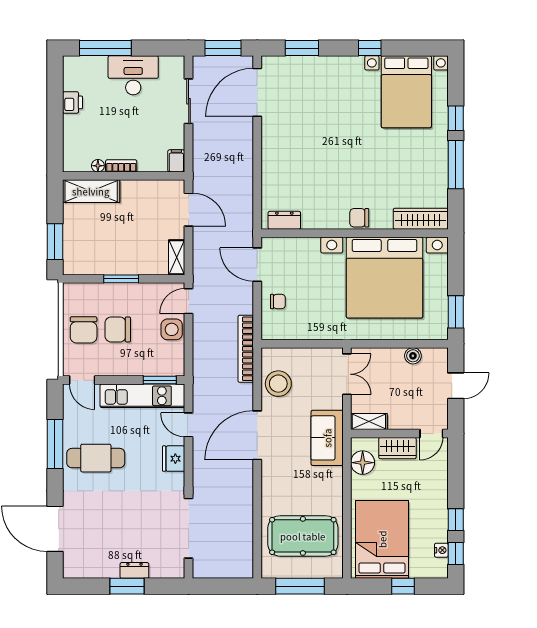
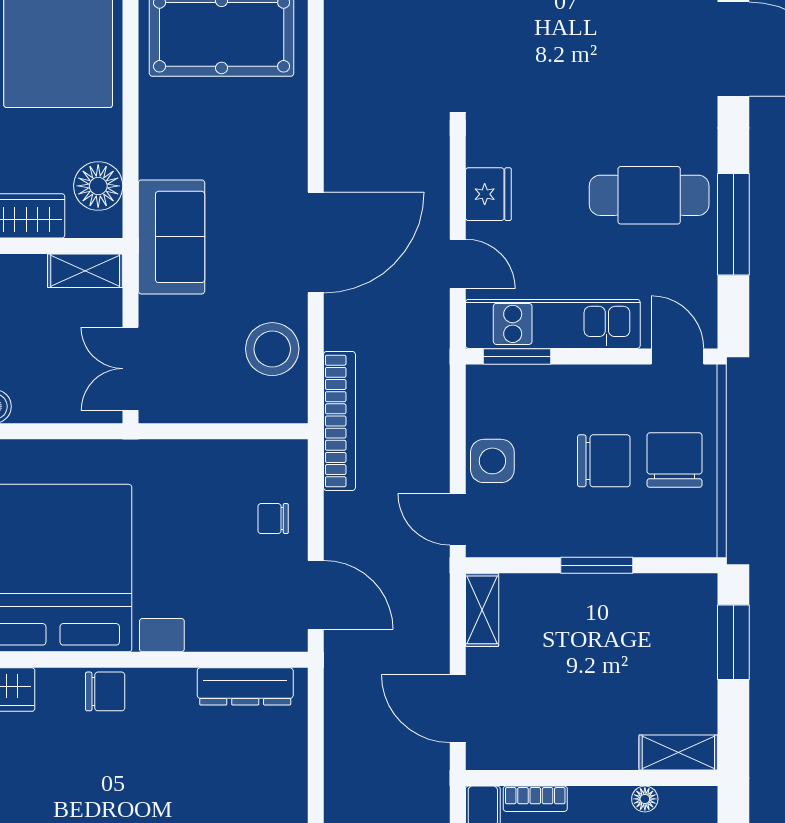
bookcase: (121, 166) -> (535, 799), moved
shelving: (91, 191) -> (678, 752), width x0.67, depth x0.75
dresser: (284, 220) -> (245, 686), width x1.44
door: (189, 301) -> (458, 519), swing flipped

